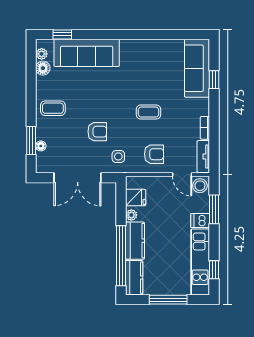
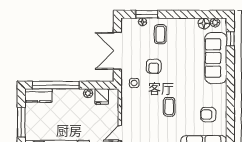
coffee table: (53, 108) -> (160, 34), moved
armchair: (154, 154) -> (208, 115), moved, turned 90
kitchen counter: (135, 241) -> (68, 96), removed

